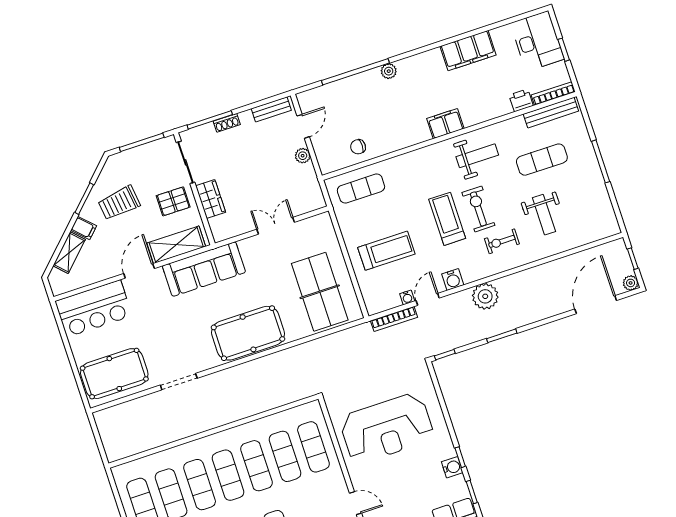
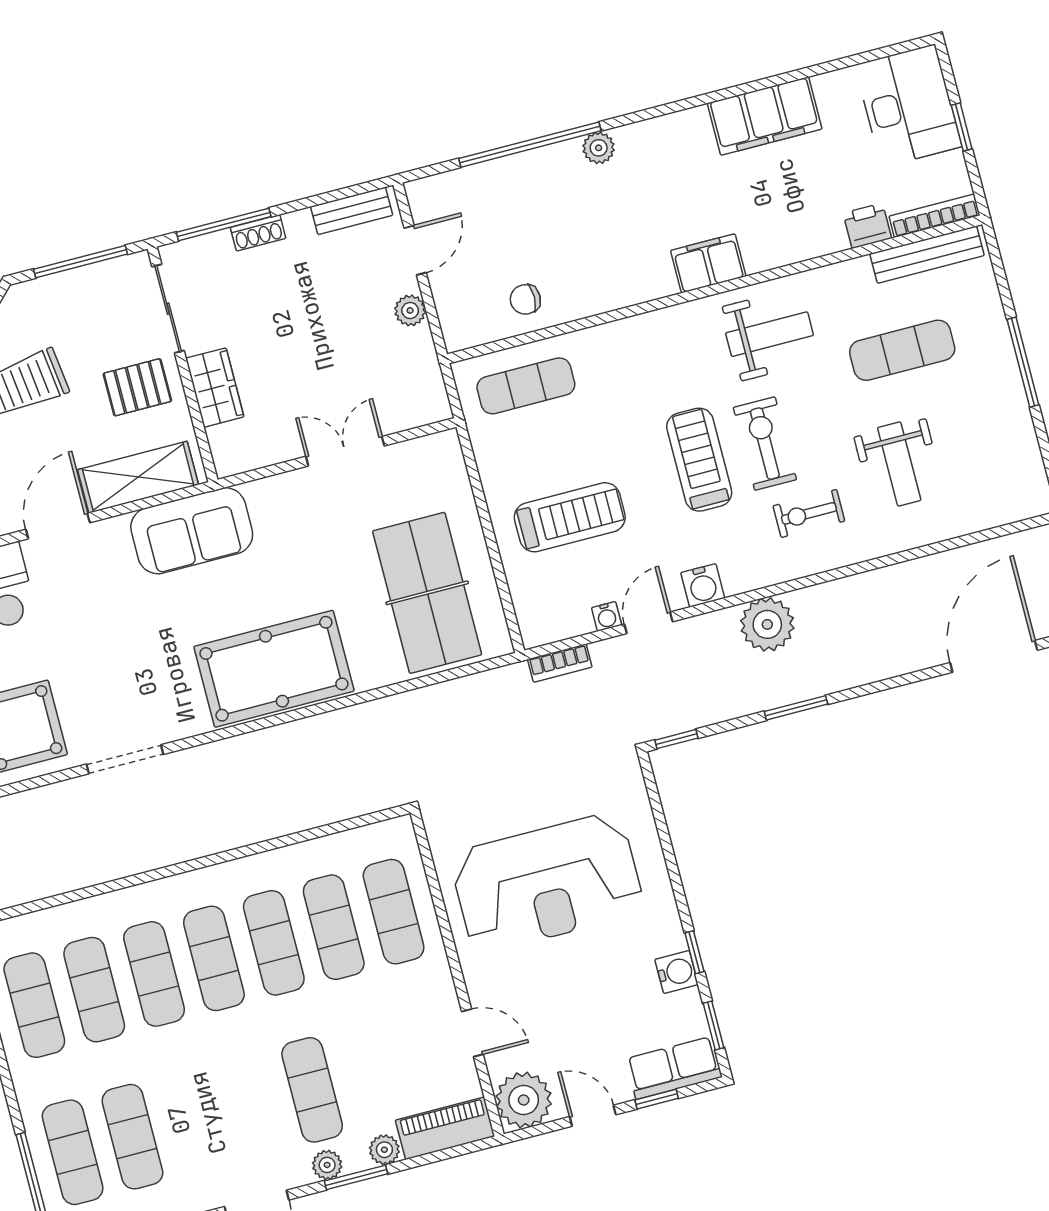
sofa: (204, 269) -> (192, 531), width x0.73
bookcase: (394, 319) -> (560, 663), width x0.64

